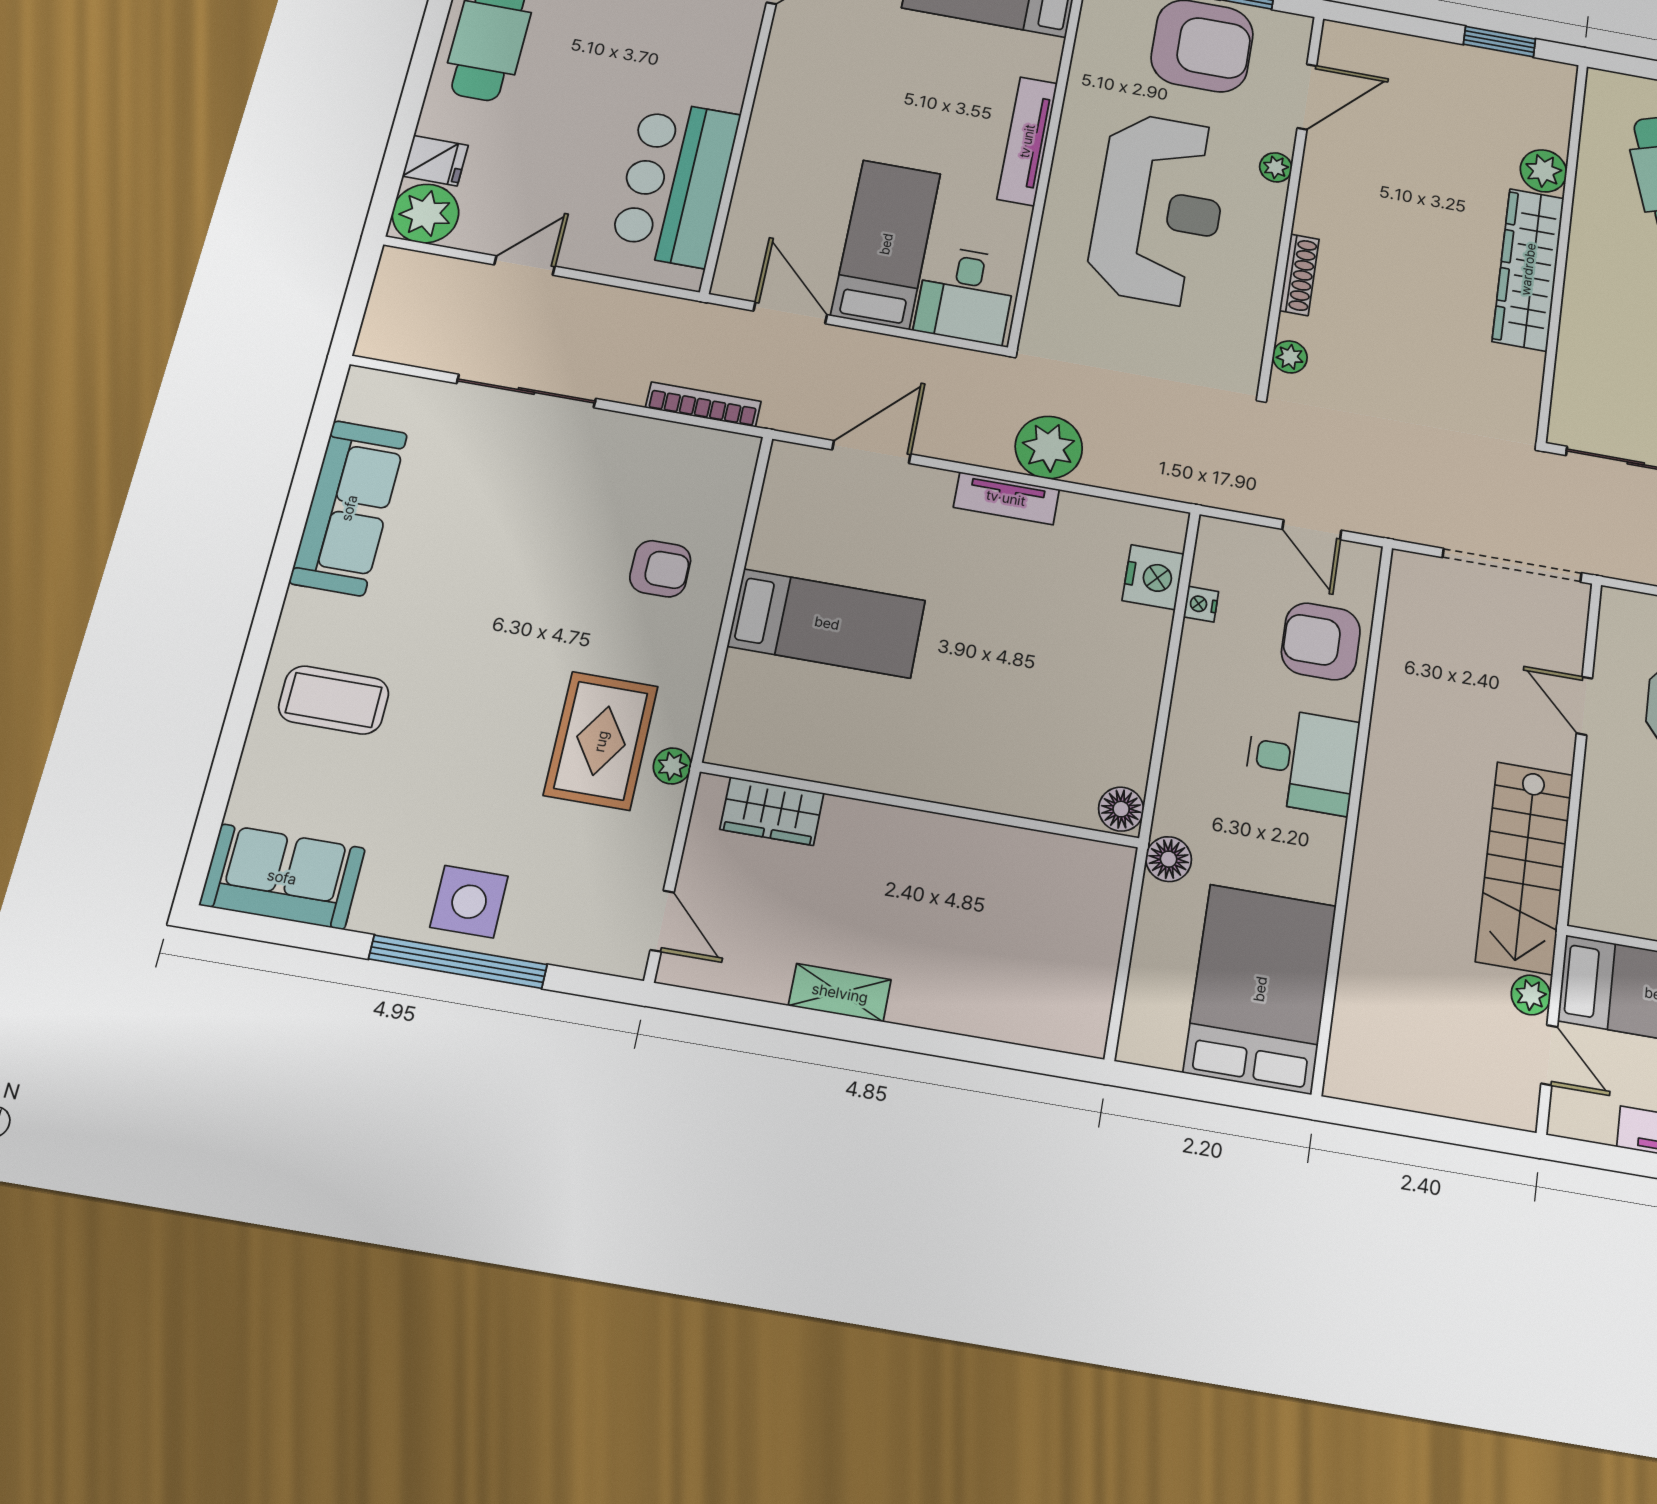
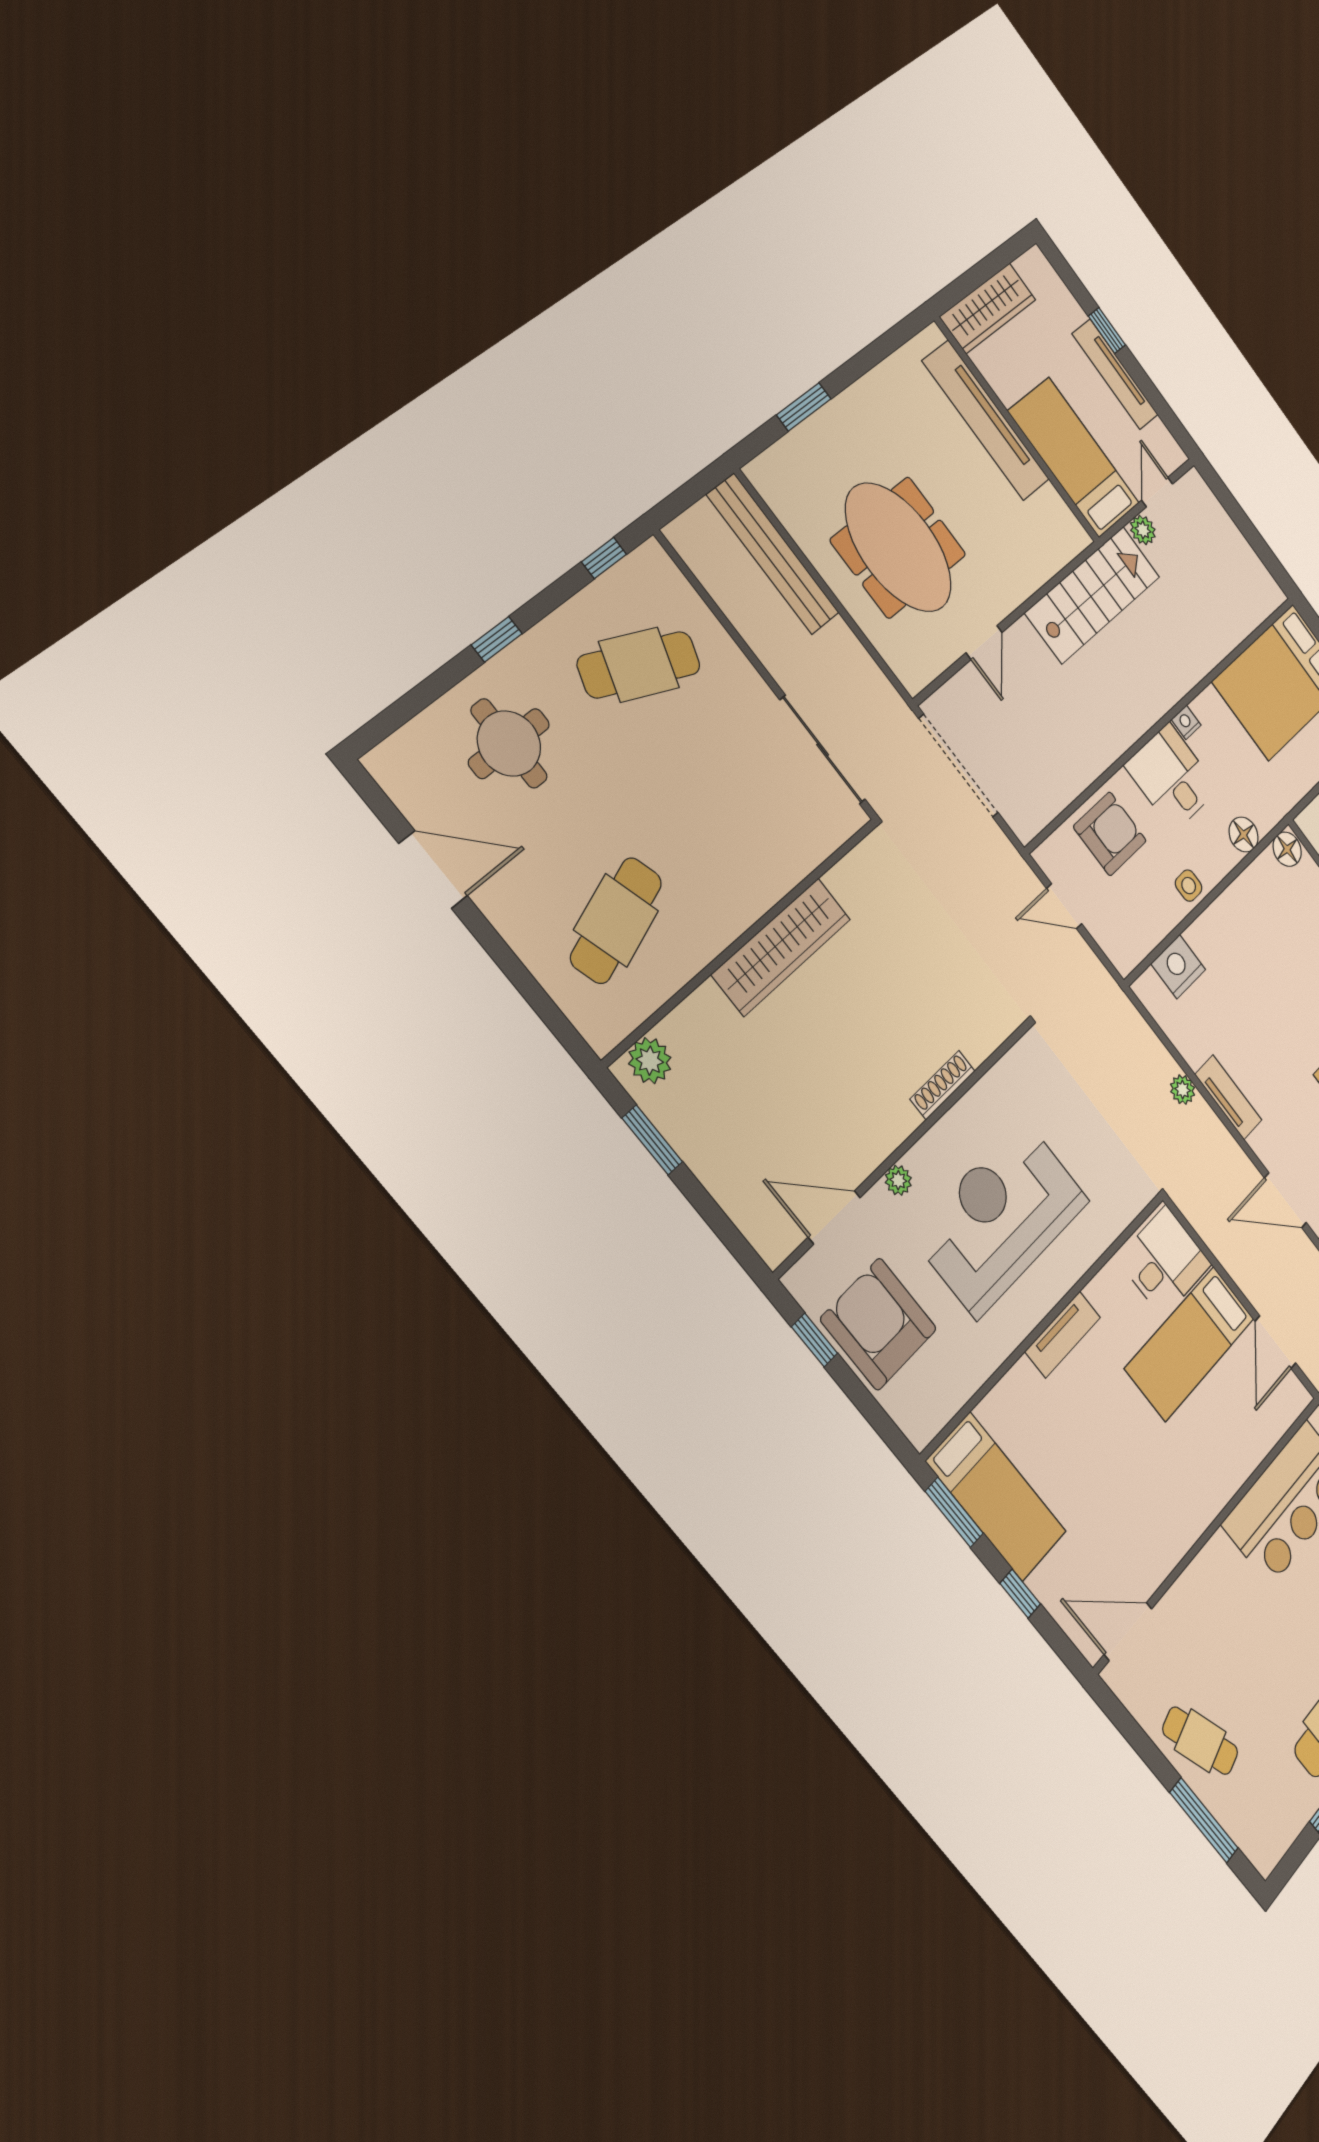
tv unit: (1027, 141) -> (1063, 1334), width x0.71
plant: (1543, 171) -> (650, 1061), moved
plant: (1290, 357) -> (992, 1032), removed
plant: (1049, 447) -> (1183, 1090), width x0.53, depth x0.53
door: (1312, 530) -> (1064, 906), swing flipped
nightstand: (1201, 604) -> (1186, 722), moved, turned 180
armchair: (1321, 641) -> (1110, 834), turned -90
side table: (1202, 667) -> (1189, 886), added
floor lamp: (1169, 859) -> (1244, 834), moved

